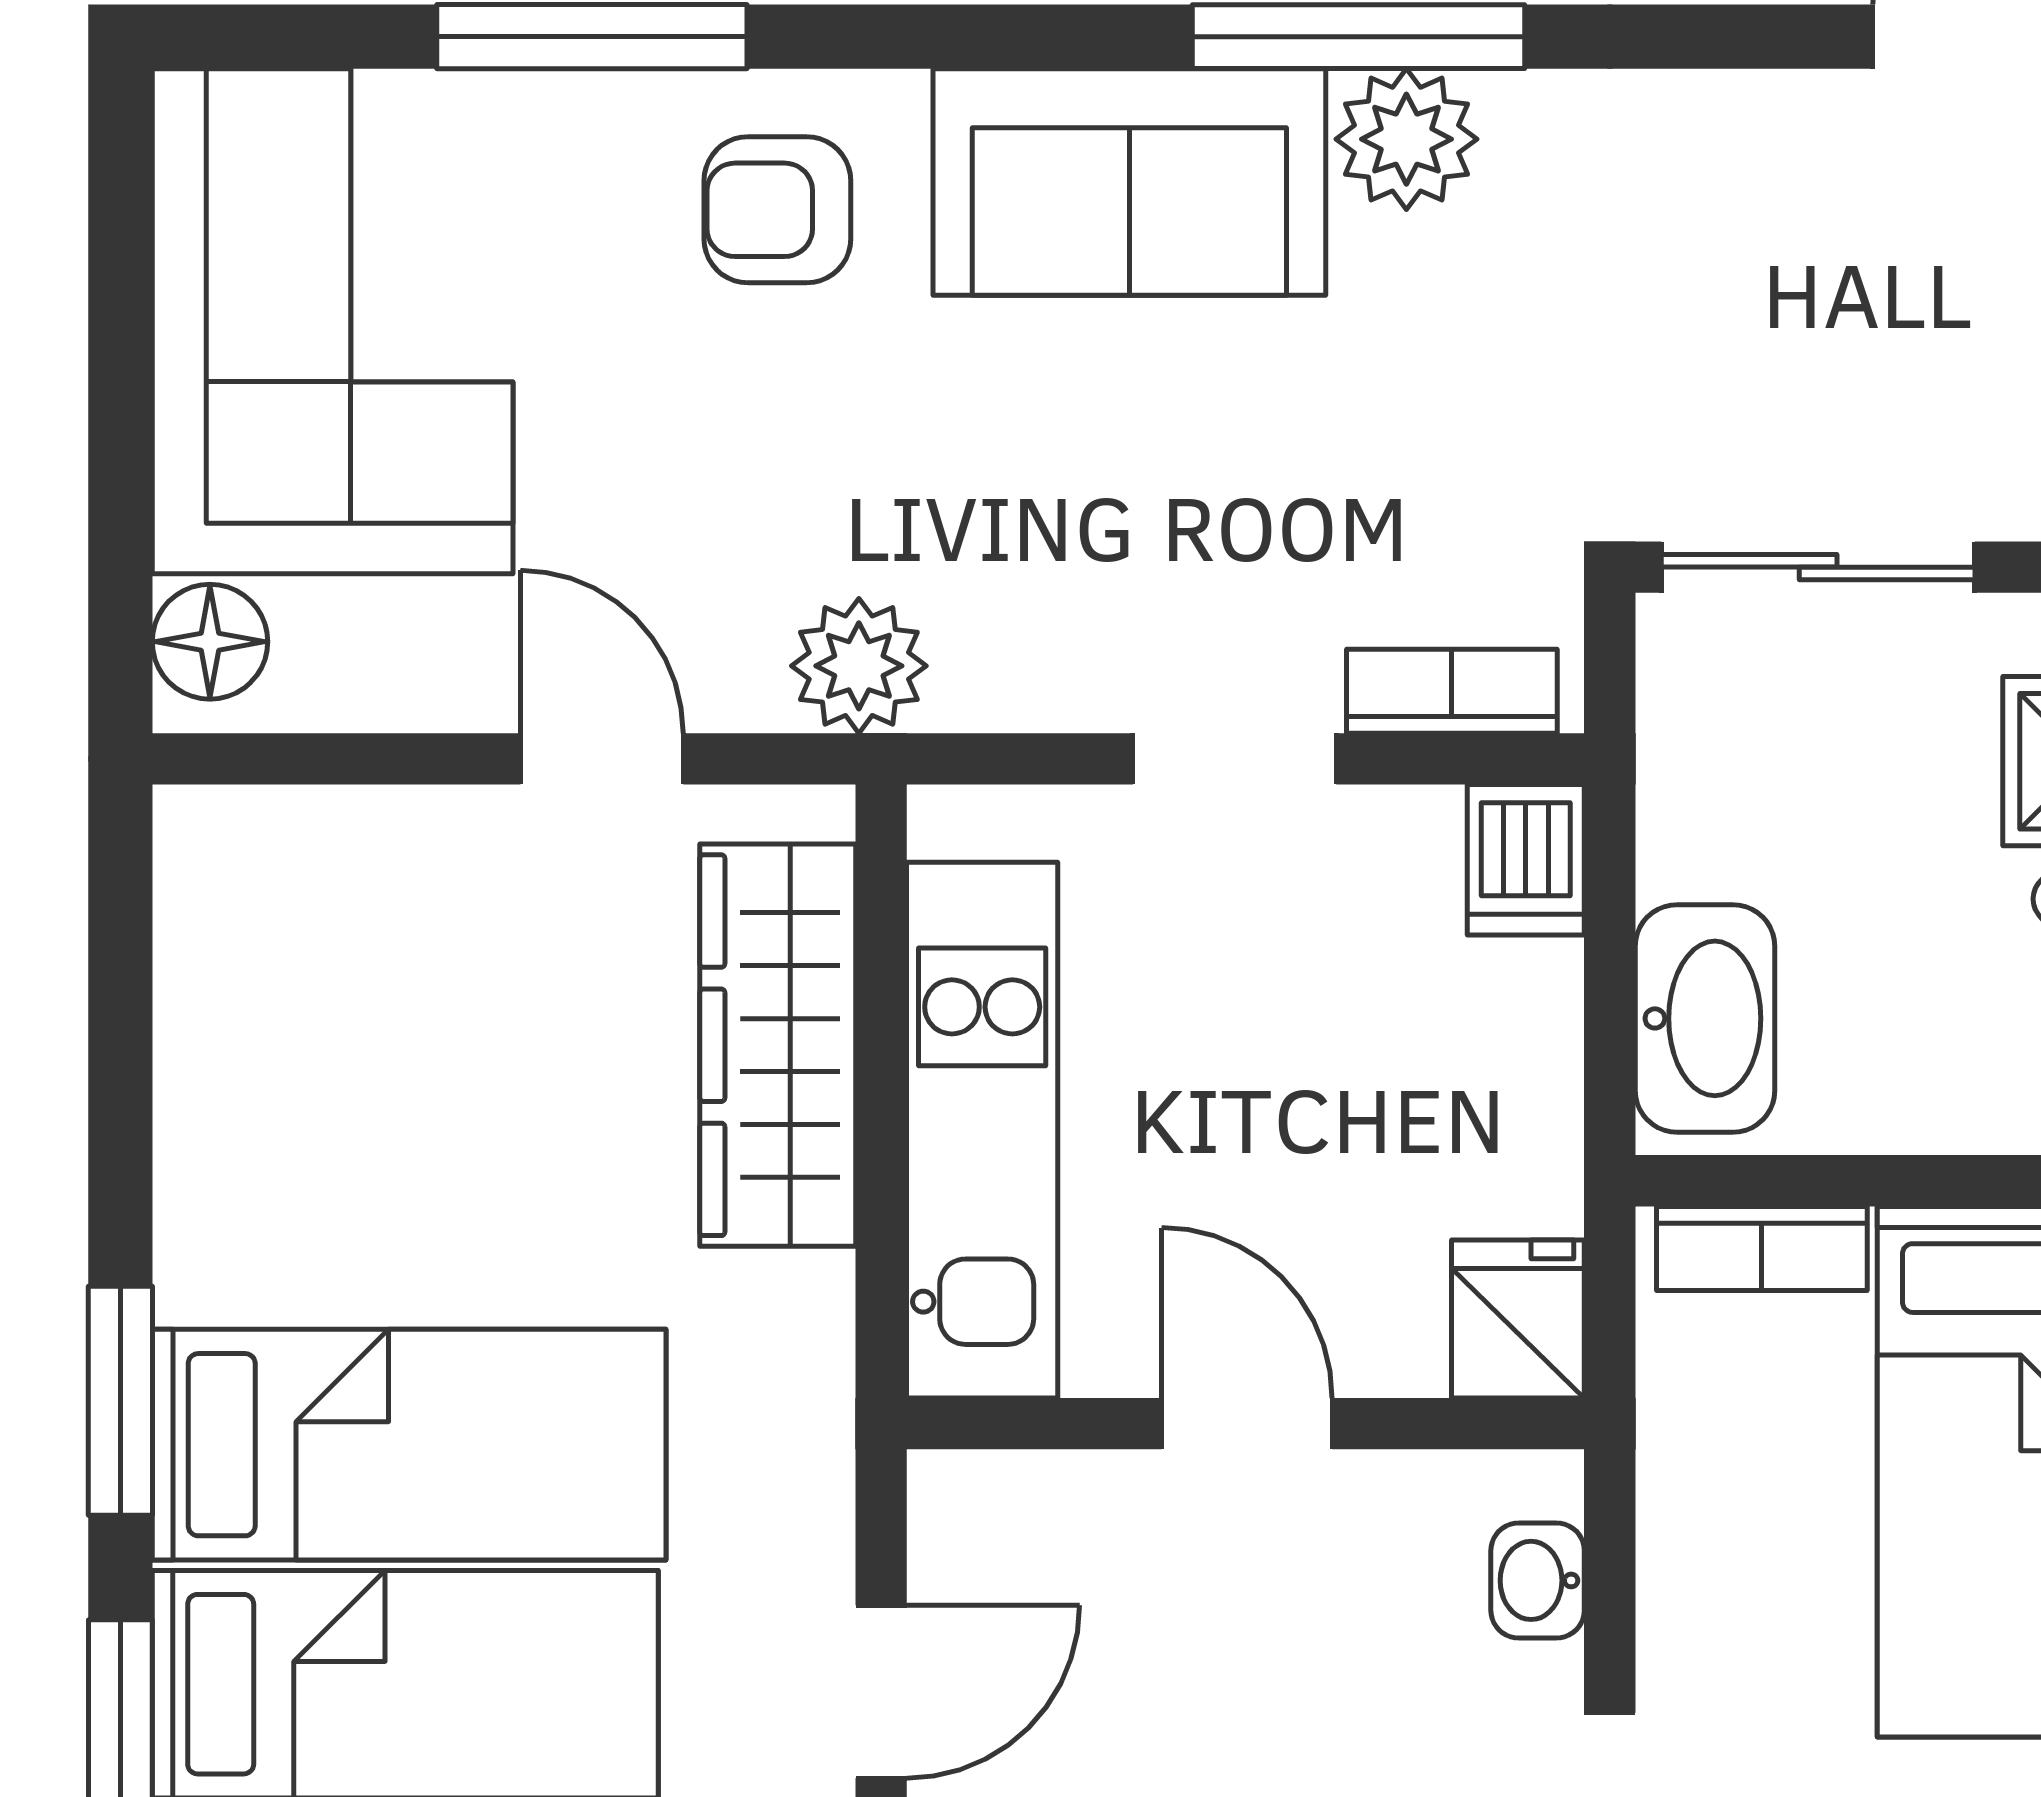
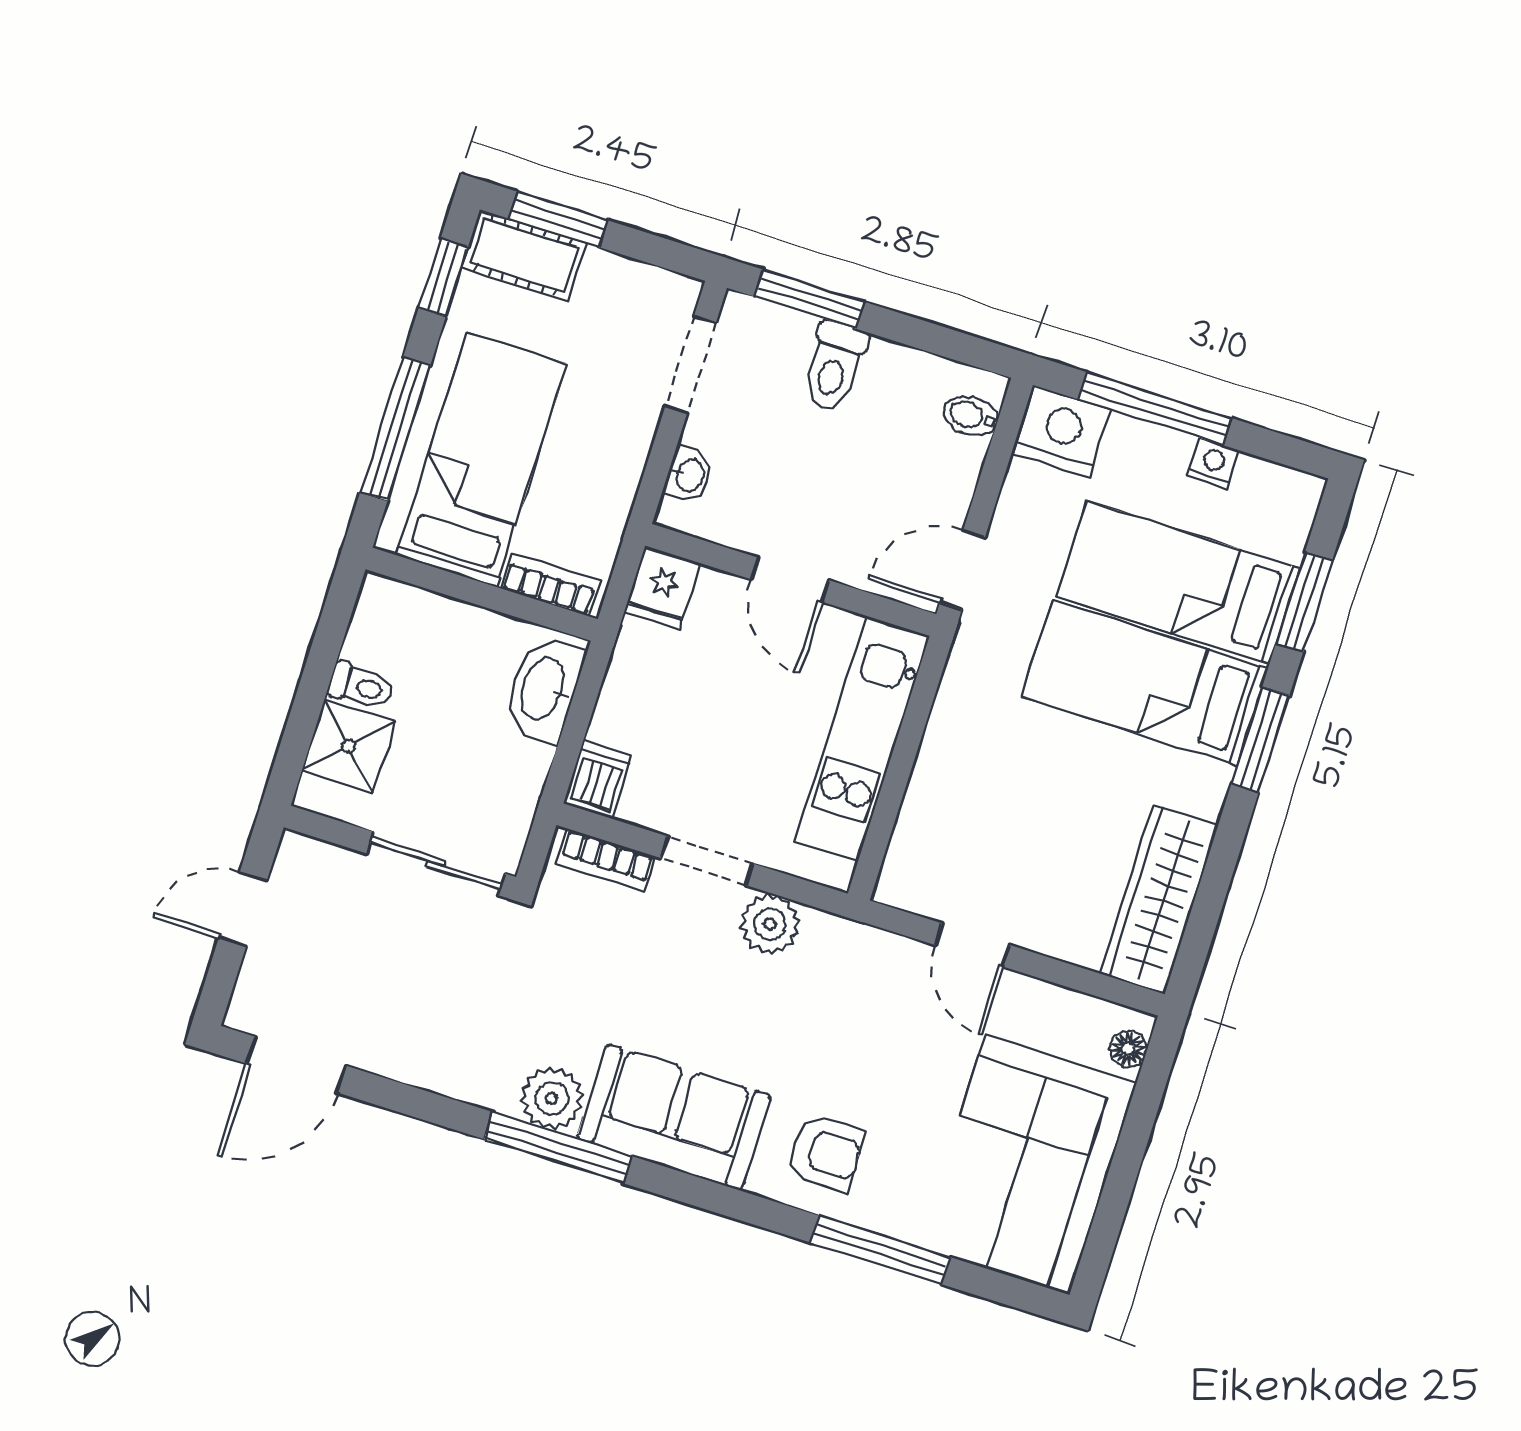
floor lamp: (210, 642) -> (1128, 1049), width x0.73, depth x0.73
plant: (859, 666) -> (770, 924), moved
wardrobe: (778, 1045) -> (1159, 899), moved, turned 180
door: (881, 1692) -> (962, 570), moved

